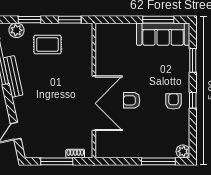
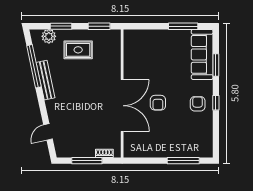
sofa: (163, 34) -> (202, 54), moved, turned 90
armchair: (132, 100) -> (158, 103), turned -90
plant: (183, 151) -> (207, 151), removed

